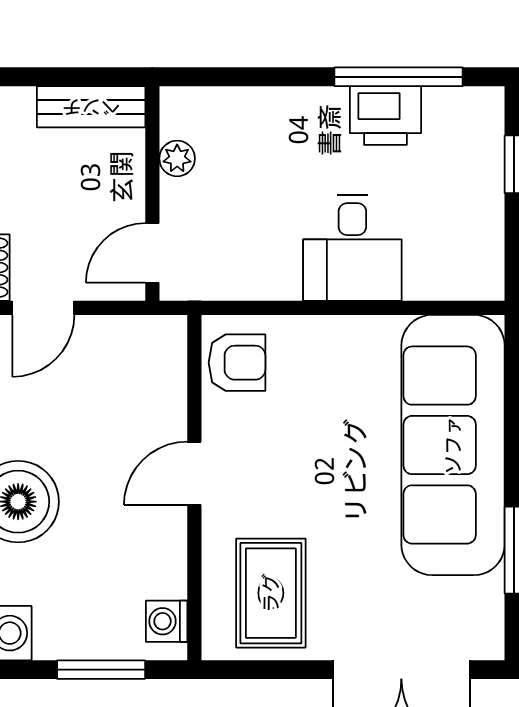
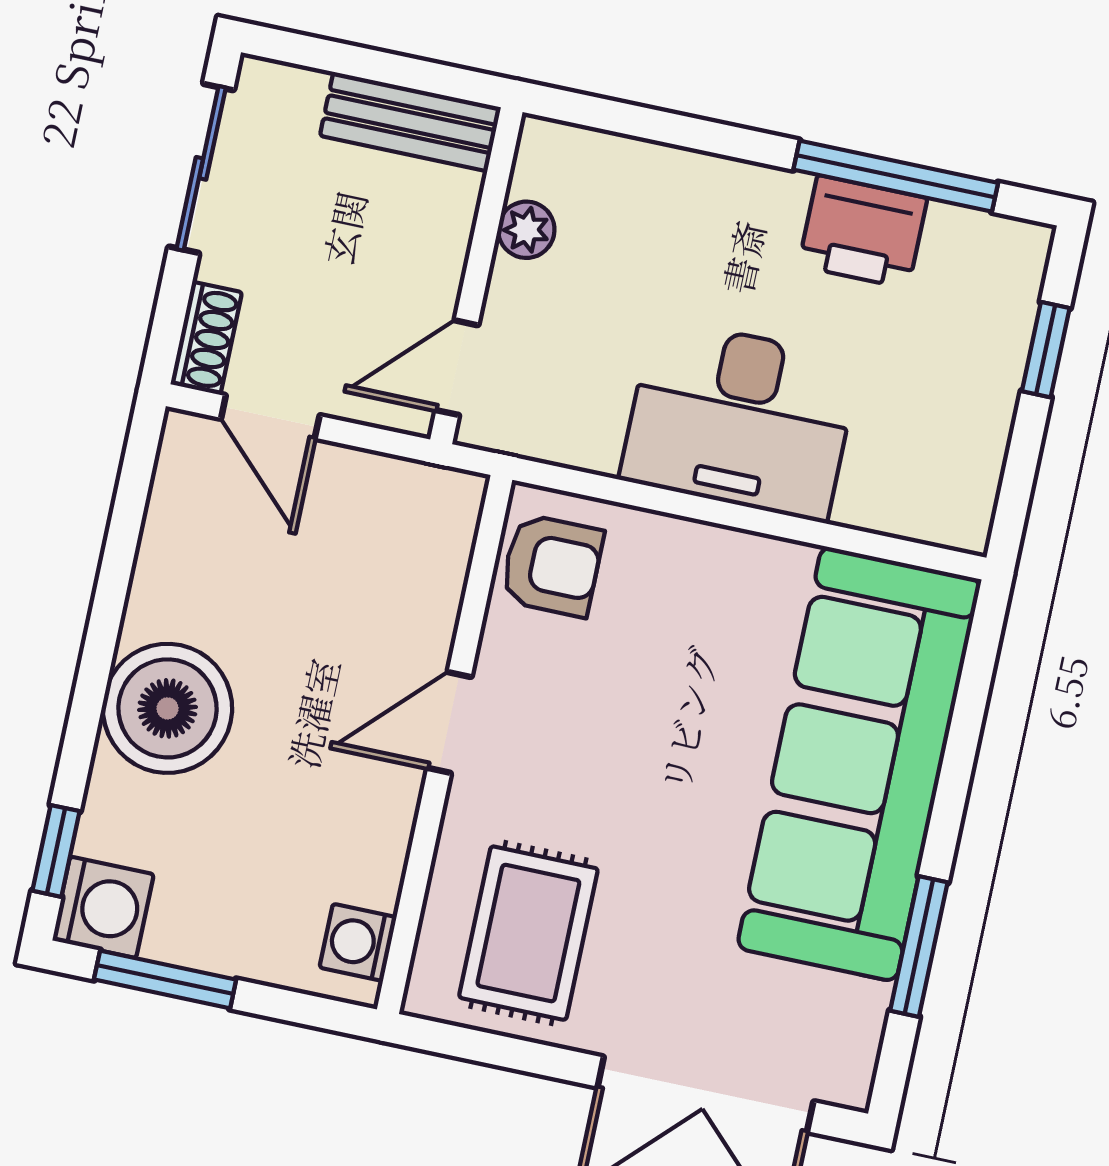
desk: (352, 248) -> (740, 420), width x1.37
door: (43, 308) -> (270, 417), hinge flipped
window: (101, 670) -> (165, 980), moved

